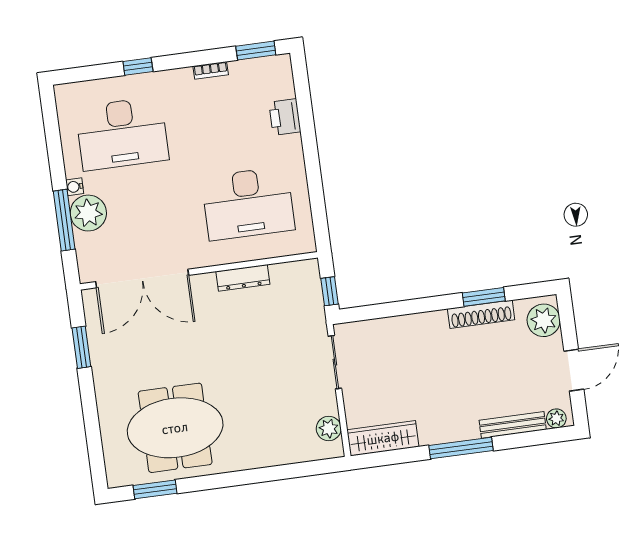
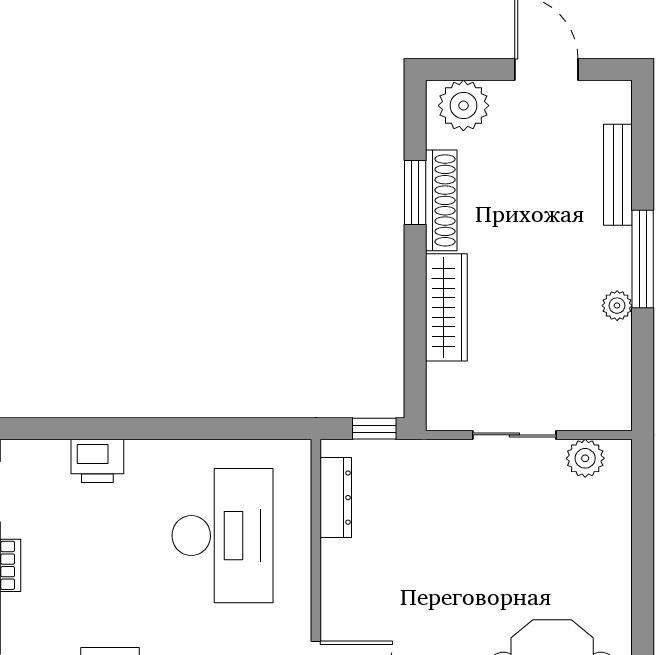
dresser: (243, 278) -> (336, 498), moved
sliding door: (335, 362) -> (514, 435), moved
plant: (556, 418) -> (617, 306), moved
wardrobe: (383, 438) -> (446, 307), moved, turned 180

